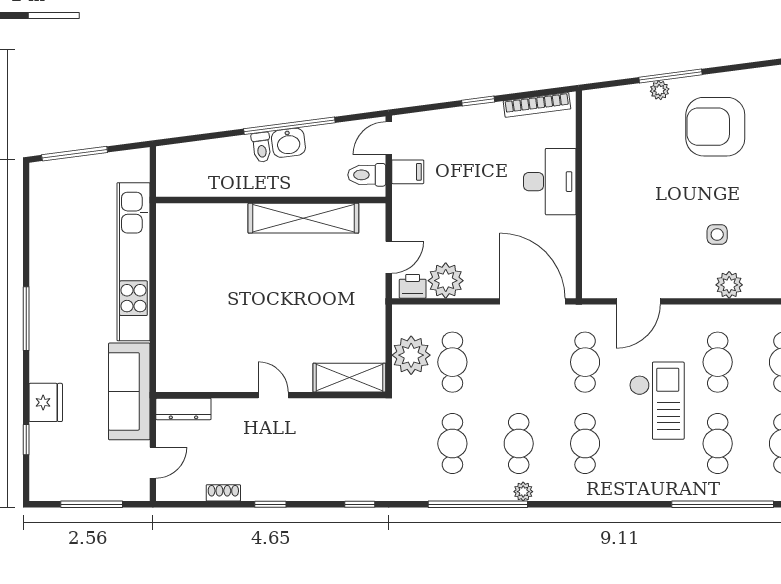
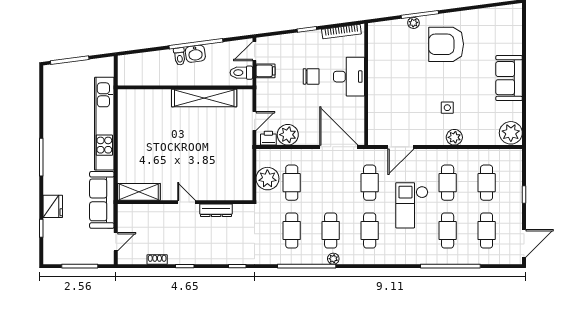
chair: (485, 181) -> (311, 76), added
shelving: (349, 378) -> (139, 192), moved
checkout: (657, 401) -> (412, 205), turned 180
dresser: (183, 409) -> (216, 210), moved

